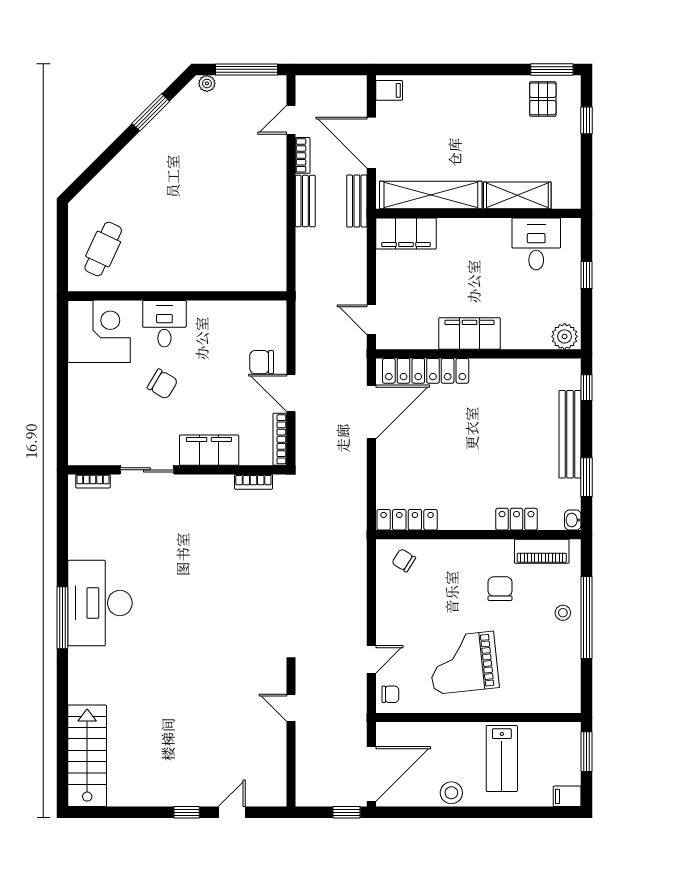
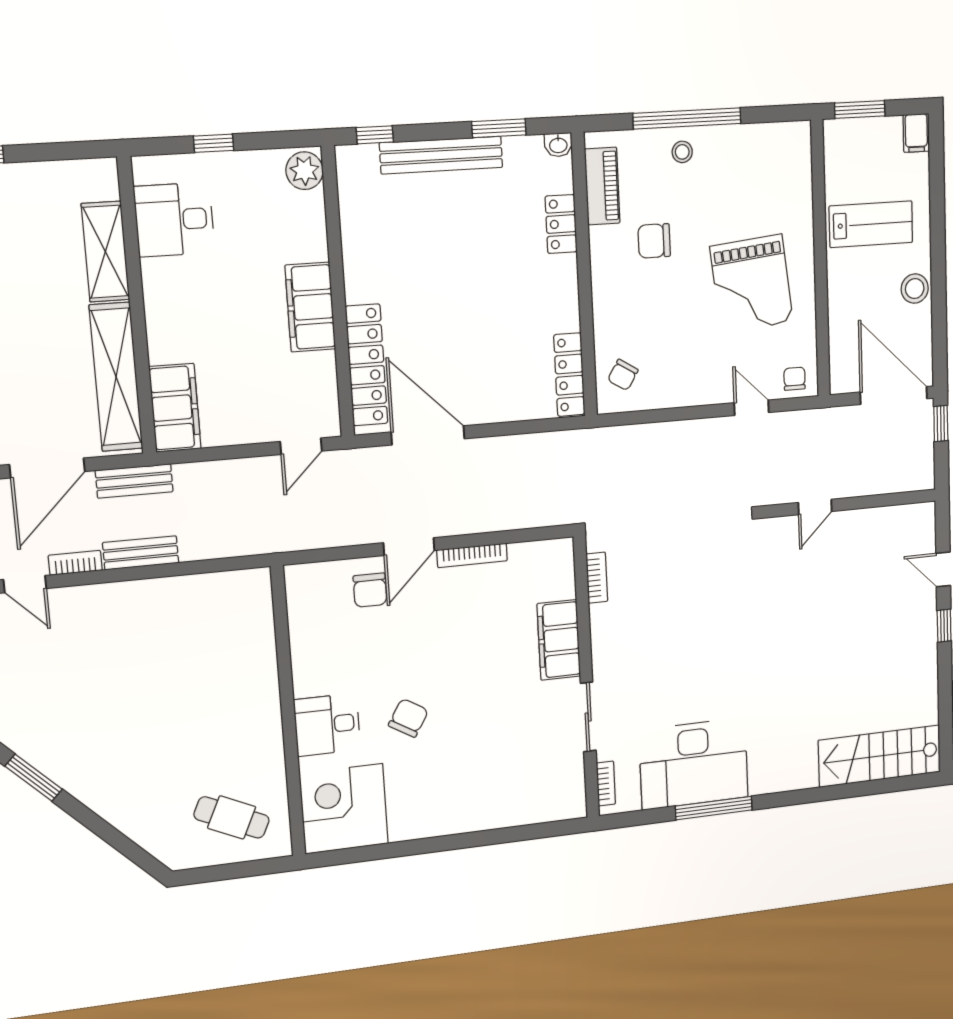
filing cabinet: (209, 450) -> (559, 640), moved
sliding door: (147, 470) -> (588, 717), moved
wall: (177, 470) -> (586, 678), moved
bookcase: (93, 481) -> (606, 784), moved
bookcase: (253, 482) -> (597, 578), moved

